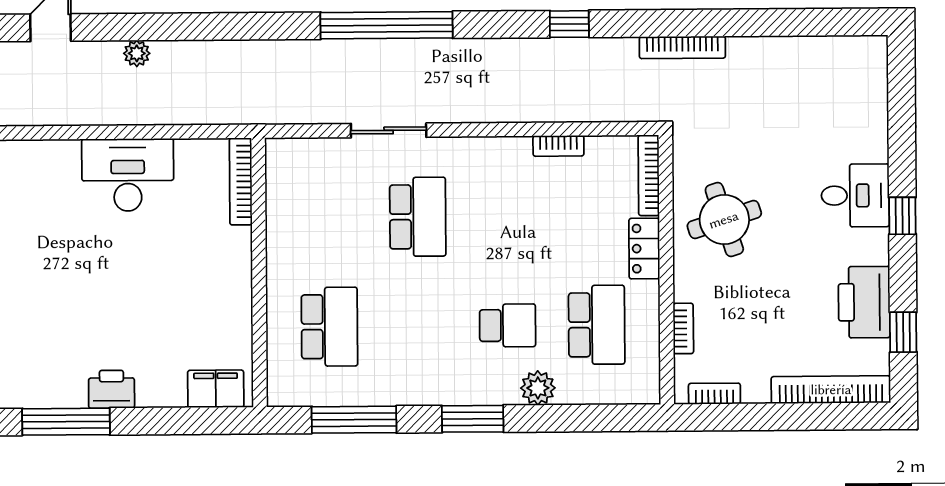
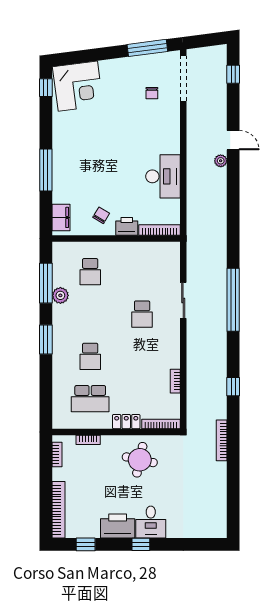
plant: (137, 53) -> (221, 161), moved
school desk: (418, 217) -> (142, 314), width x0.54
round table: (724, 220) -> (140, 460), turned 30
printer: (864, 302) -> (118, 526), moved
chair: (211, 304) -> (101, 215), added
school desk: (329, 327) -> (90, 272), width x0.54
plant: (538, 388) -> (60, 295), moved
printer: (111, 389) -> (127, 226), moved, turned -90
window: (66, 422) -> (46, 170), moved

